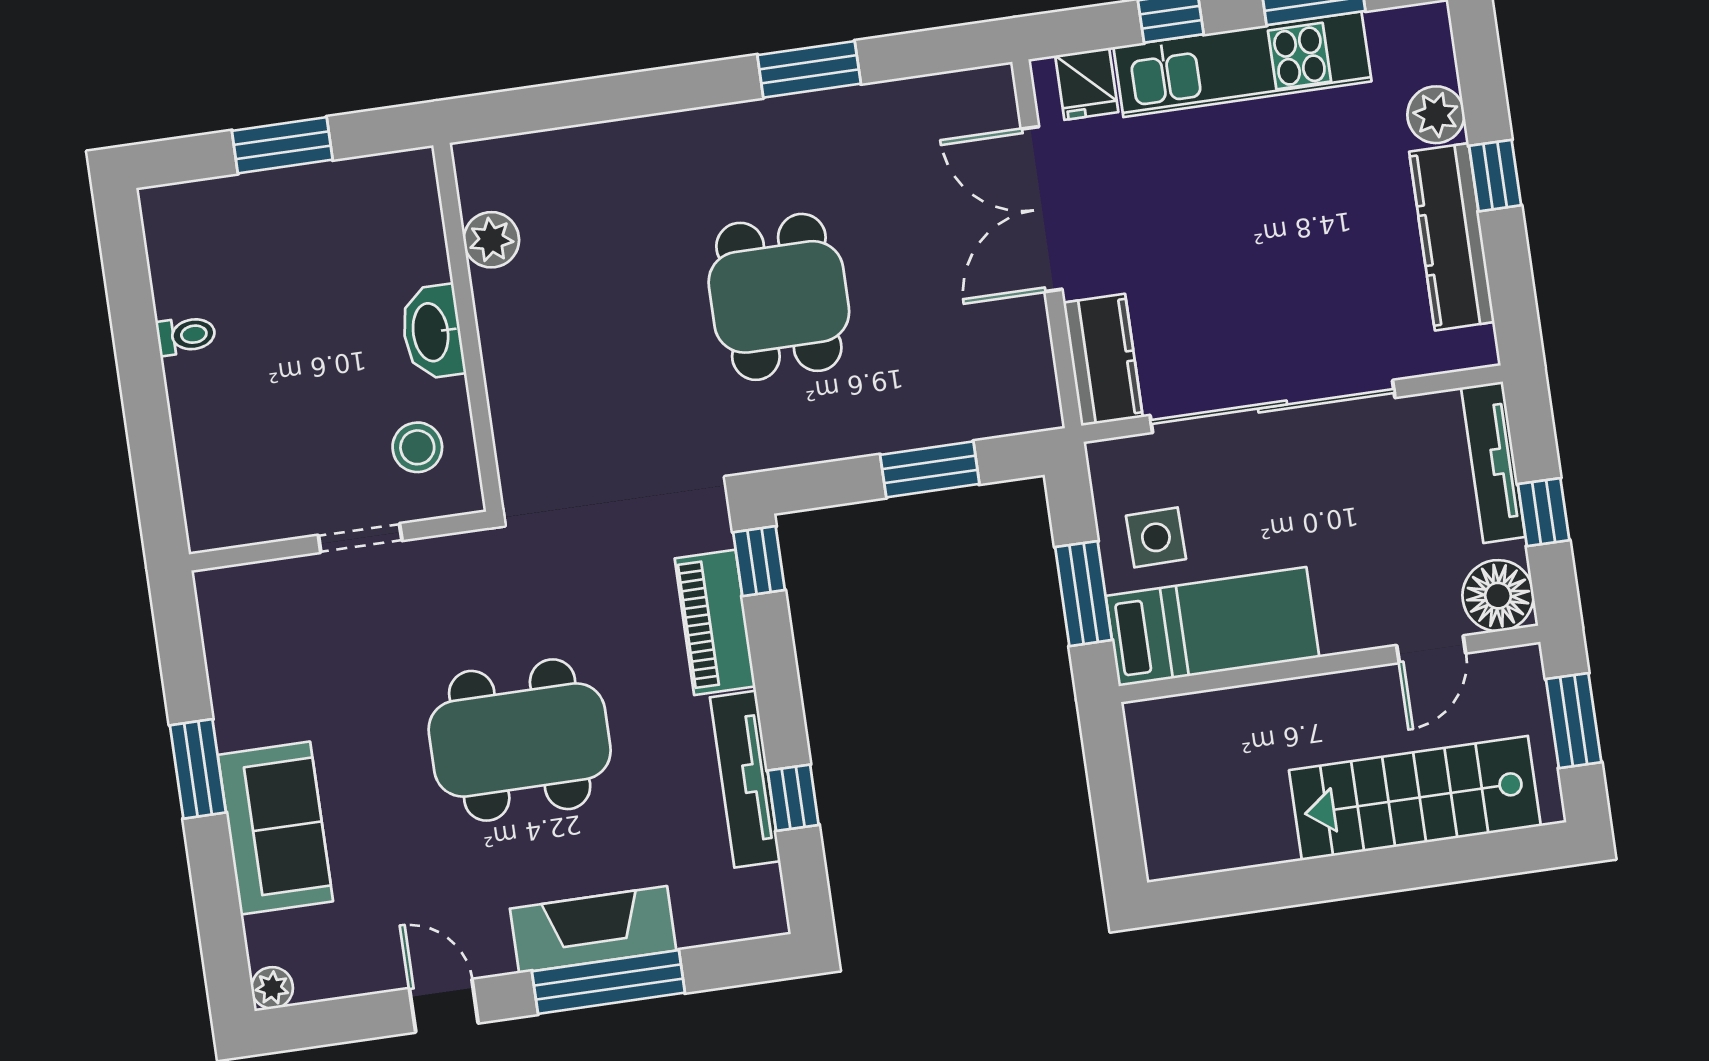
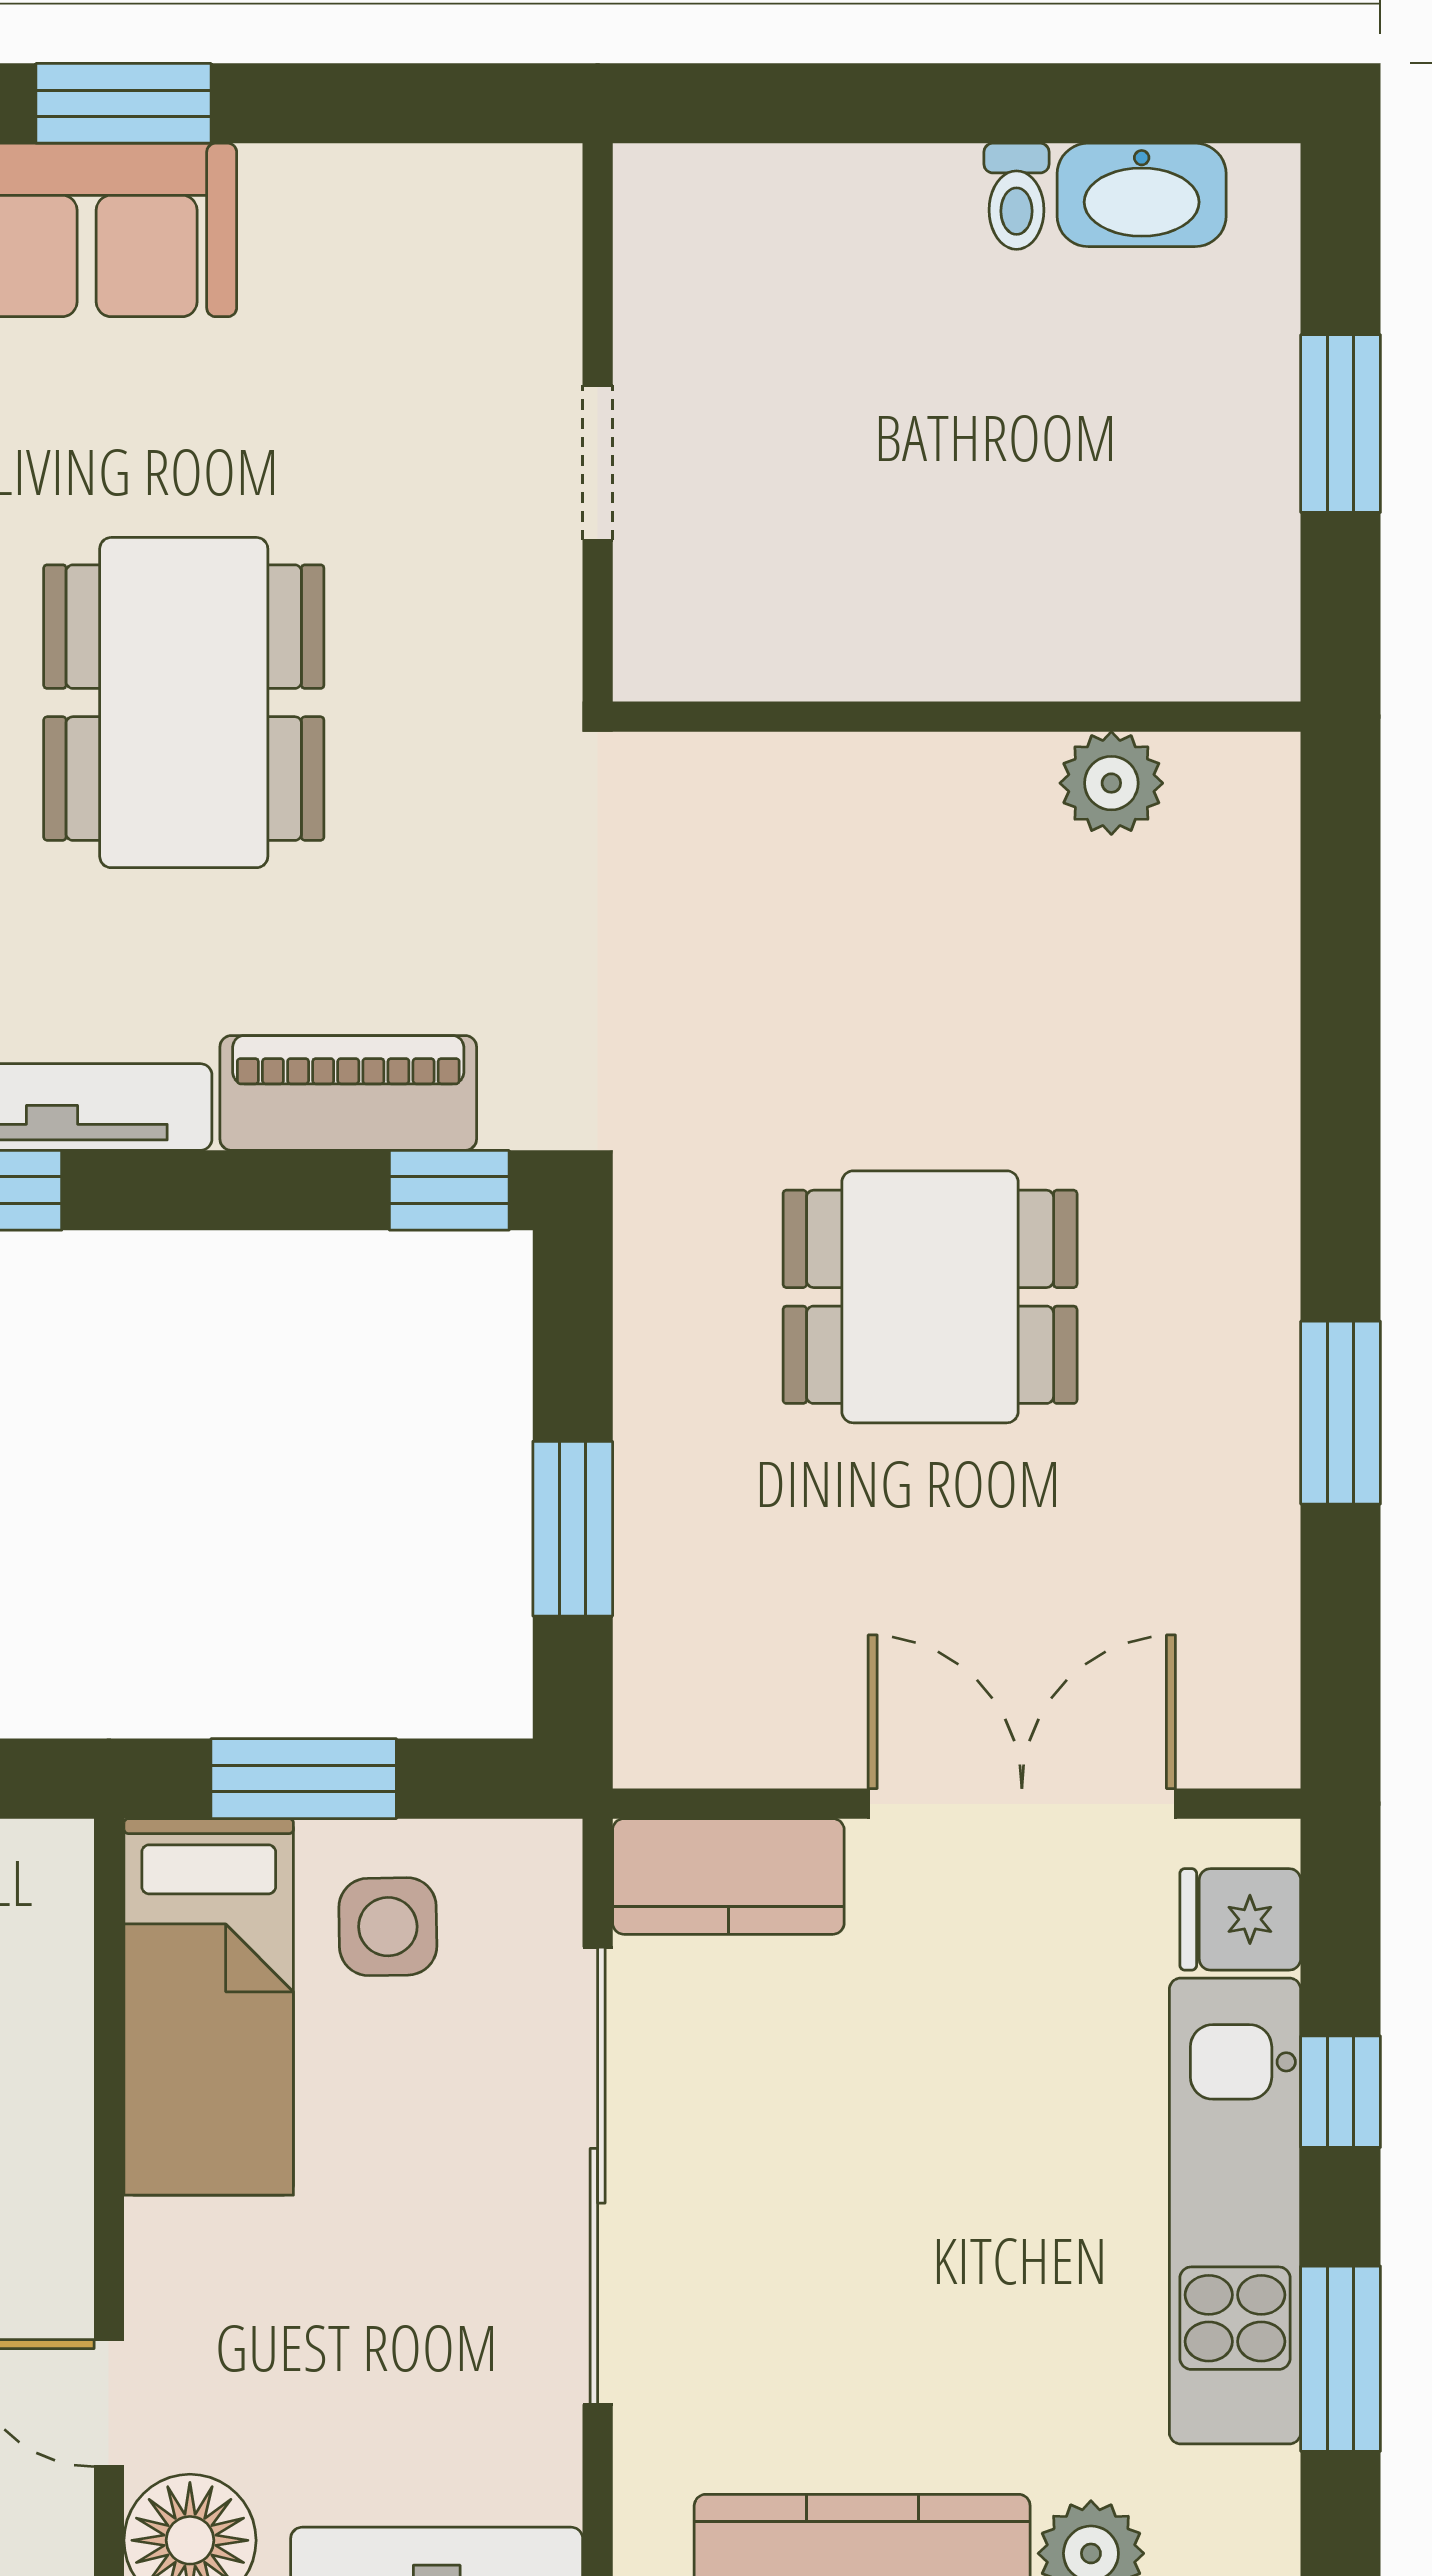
washbasin: (432, 332) -> (1142, 195), moved, turned 180
stool: (417, 447) -> (749, 592), removed
window: (198, 769) -> (124, 103), moved

